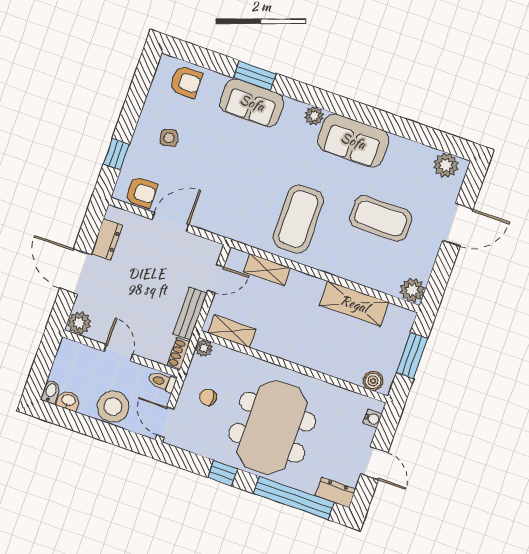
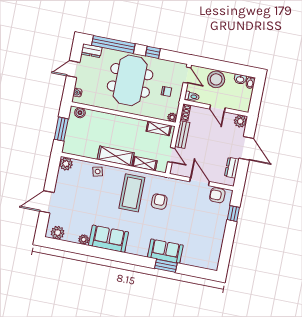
armchair: (186, 82) -> (159, 202), moved, turned 90
plant: (314, 116) -> (84, 239), moved
side table: (169, 138) -> (98, 172), moved
coffee table: (381, 218) -> (88, 199), removed
door: (170, 222) -> (200, 182), swing flipped
door: (216, 279) -> (171, 155), swing flipped
shelving: (354, 304) -> (116, 156), moved
door: (374, 463) -> (73, 69), hinge flipped

